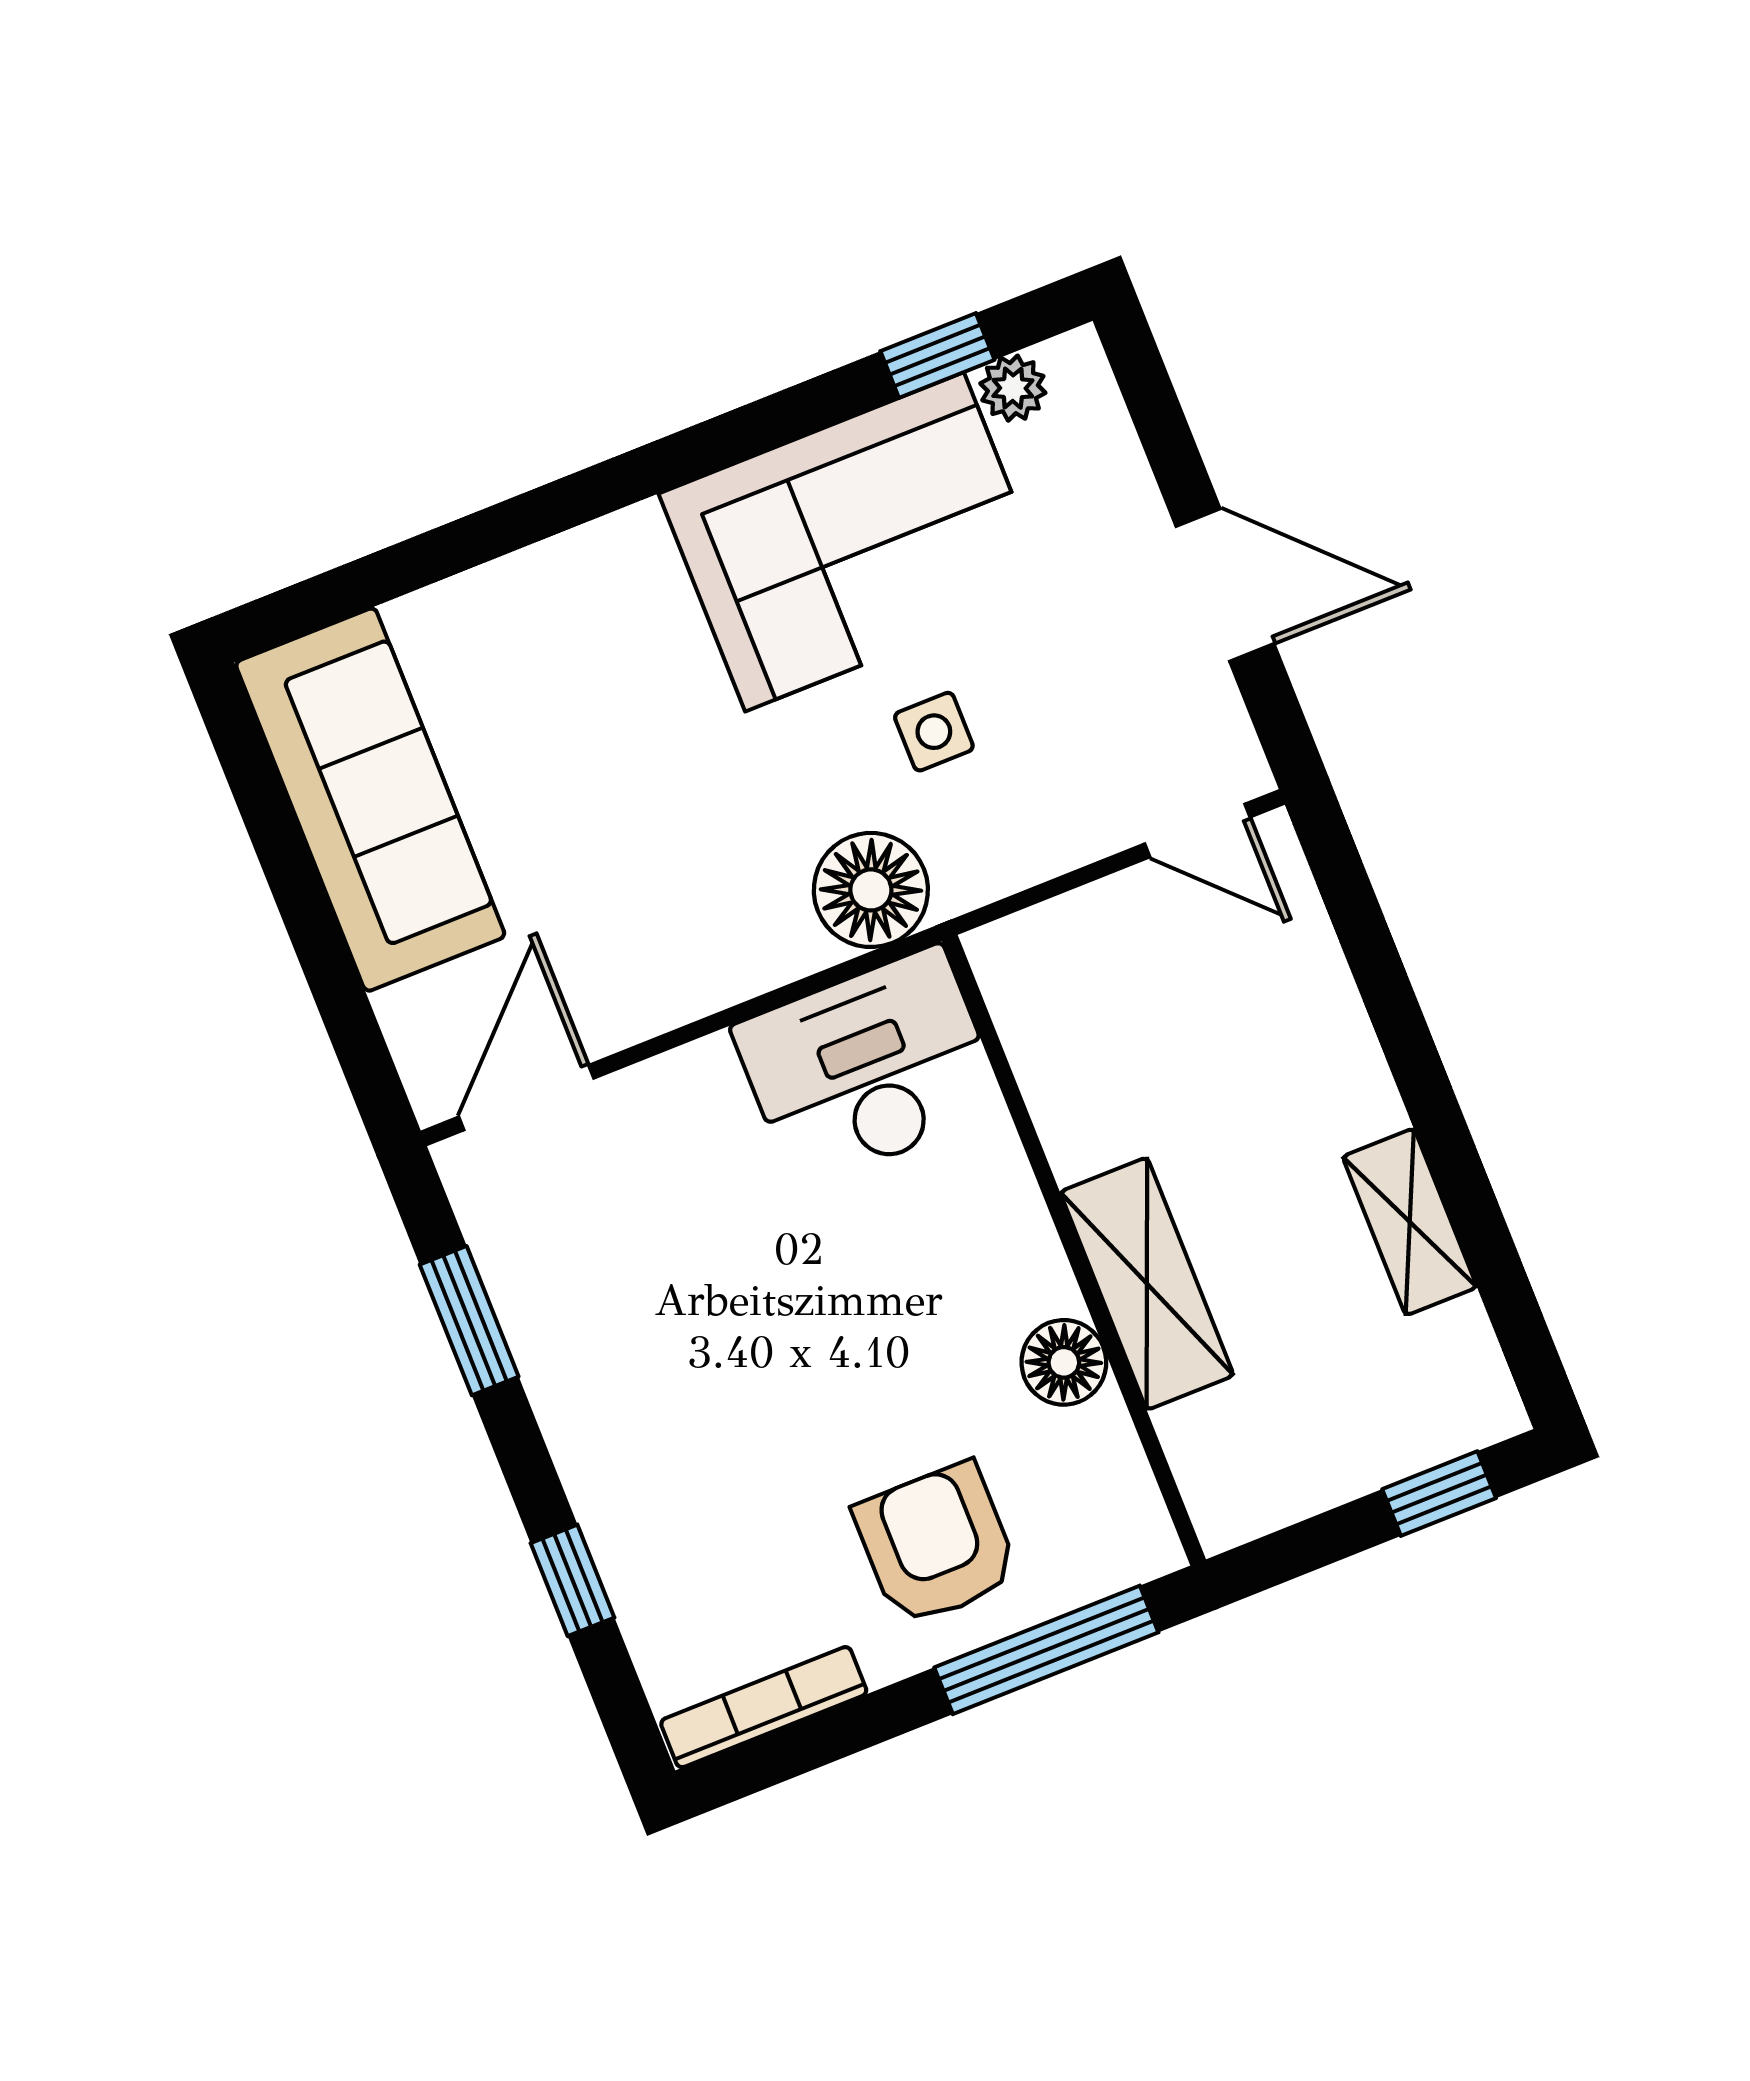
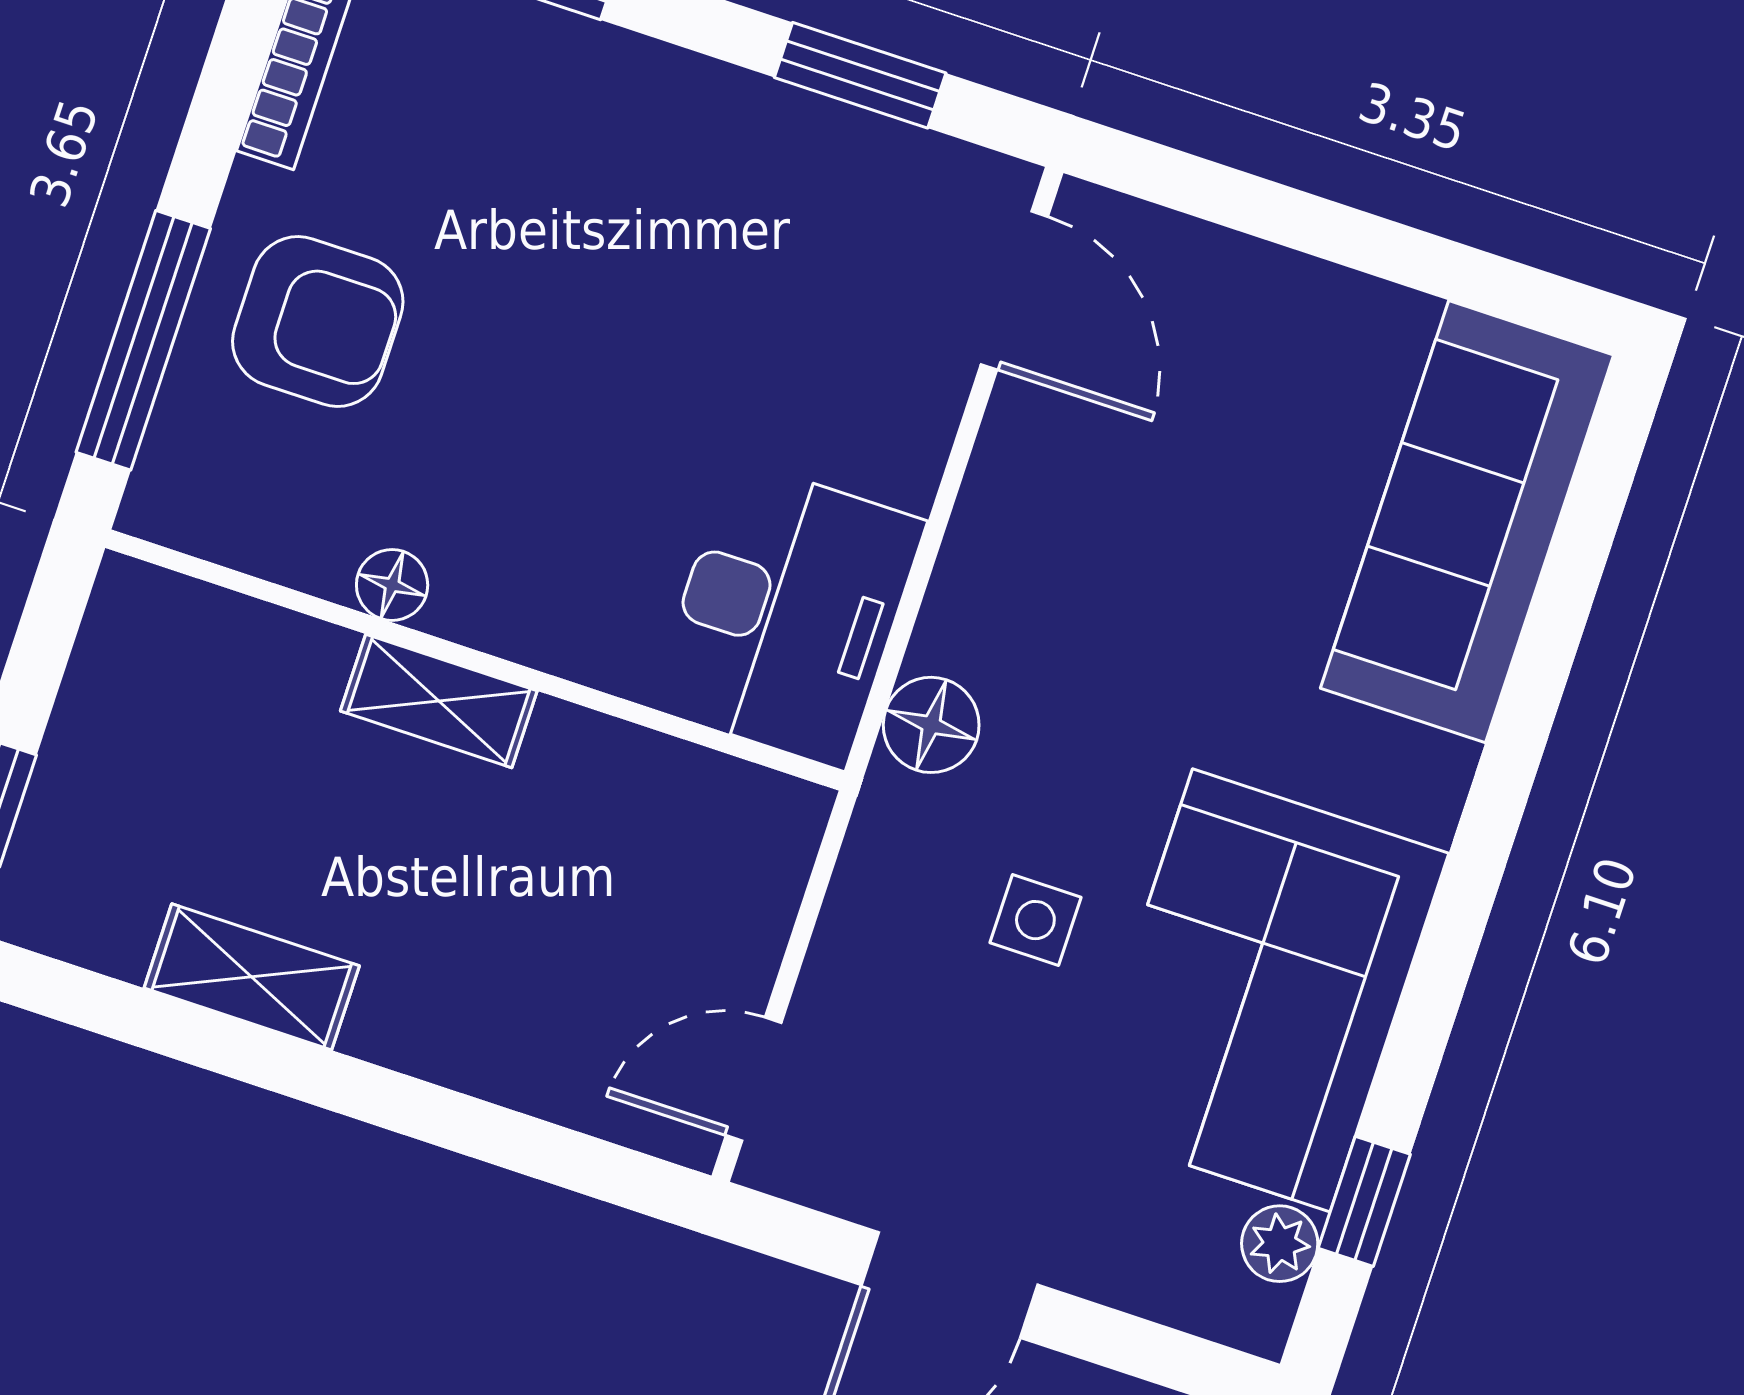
sofa: (370, 800) -> (1467, 522), moved, turned 90
floor lamp: (871, 890) -> (931, 725), width x0.73, depth x0.73
shelving: (1147, 1284) -> (439, 701), width x0.67, depth x0.75
floor lamp: (1064, 1362) -> (392, 585), width x0.73, depth x0.73

